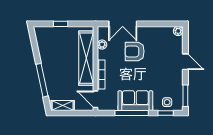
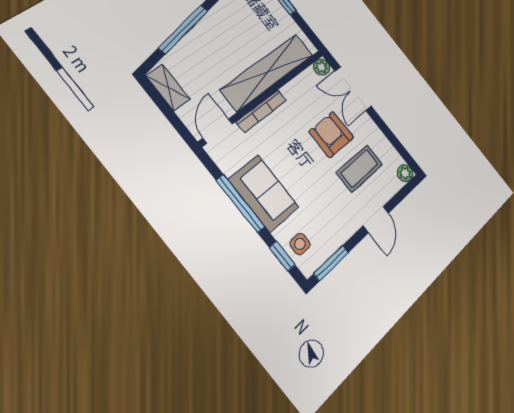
plant: (102, 45) -> (322, 67), moved
coffee table: (159, 51) -> (359, 168), added

